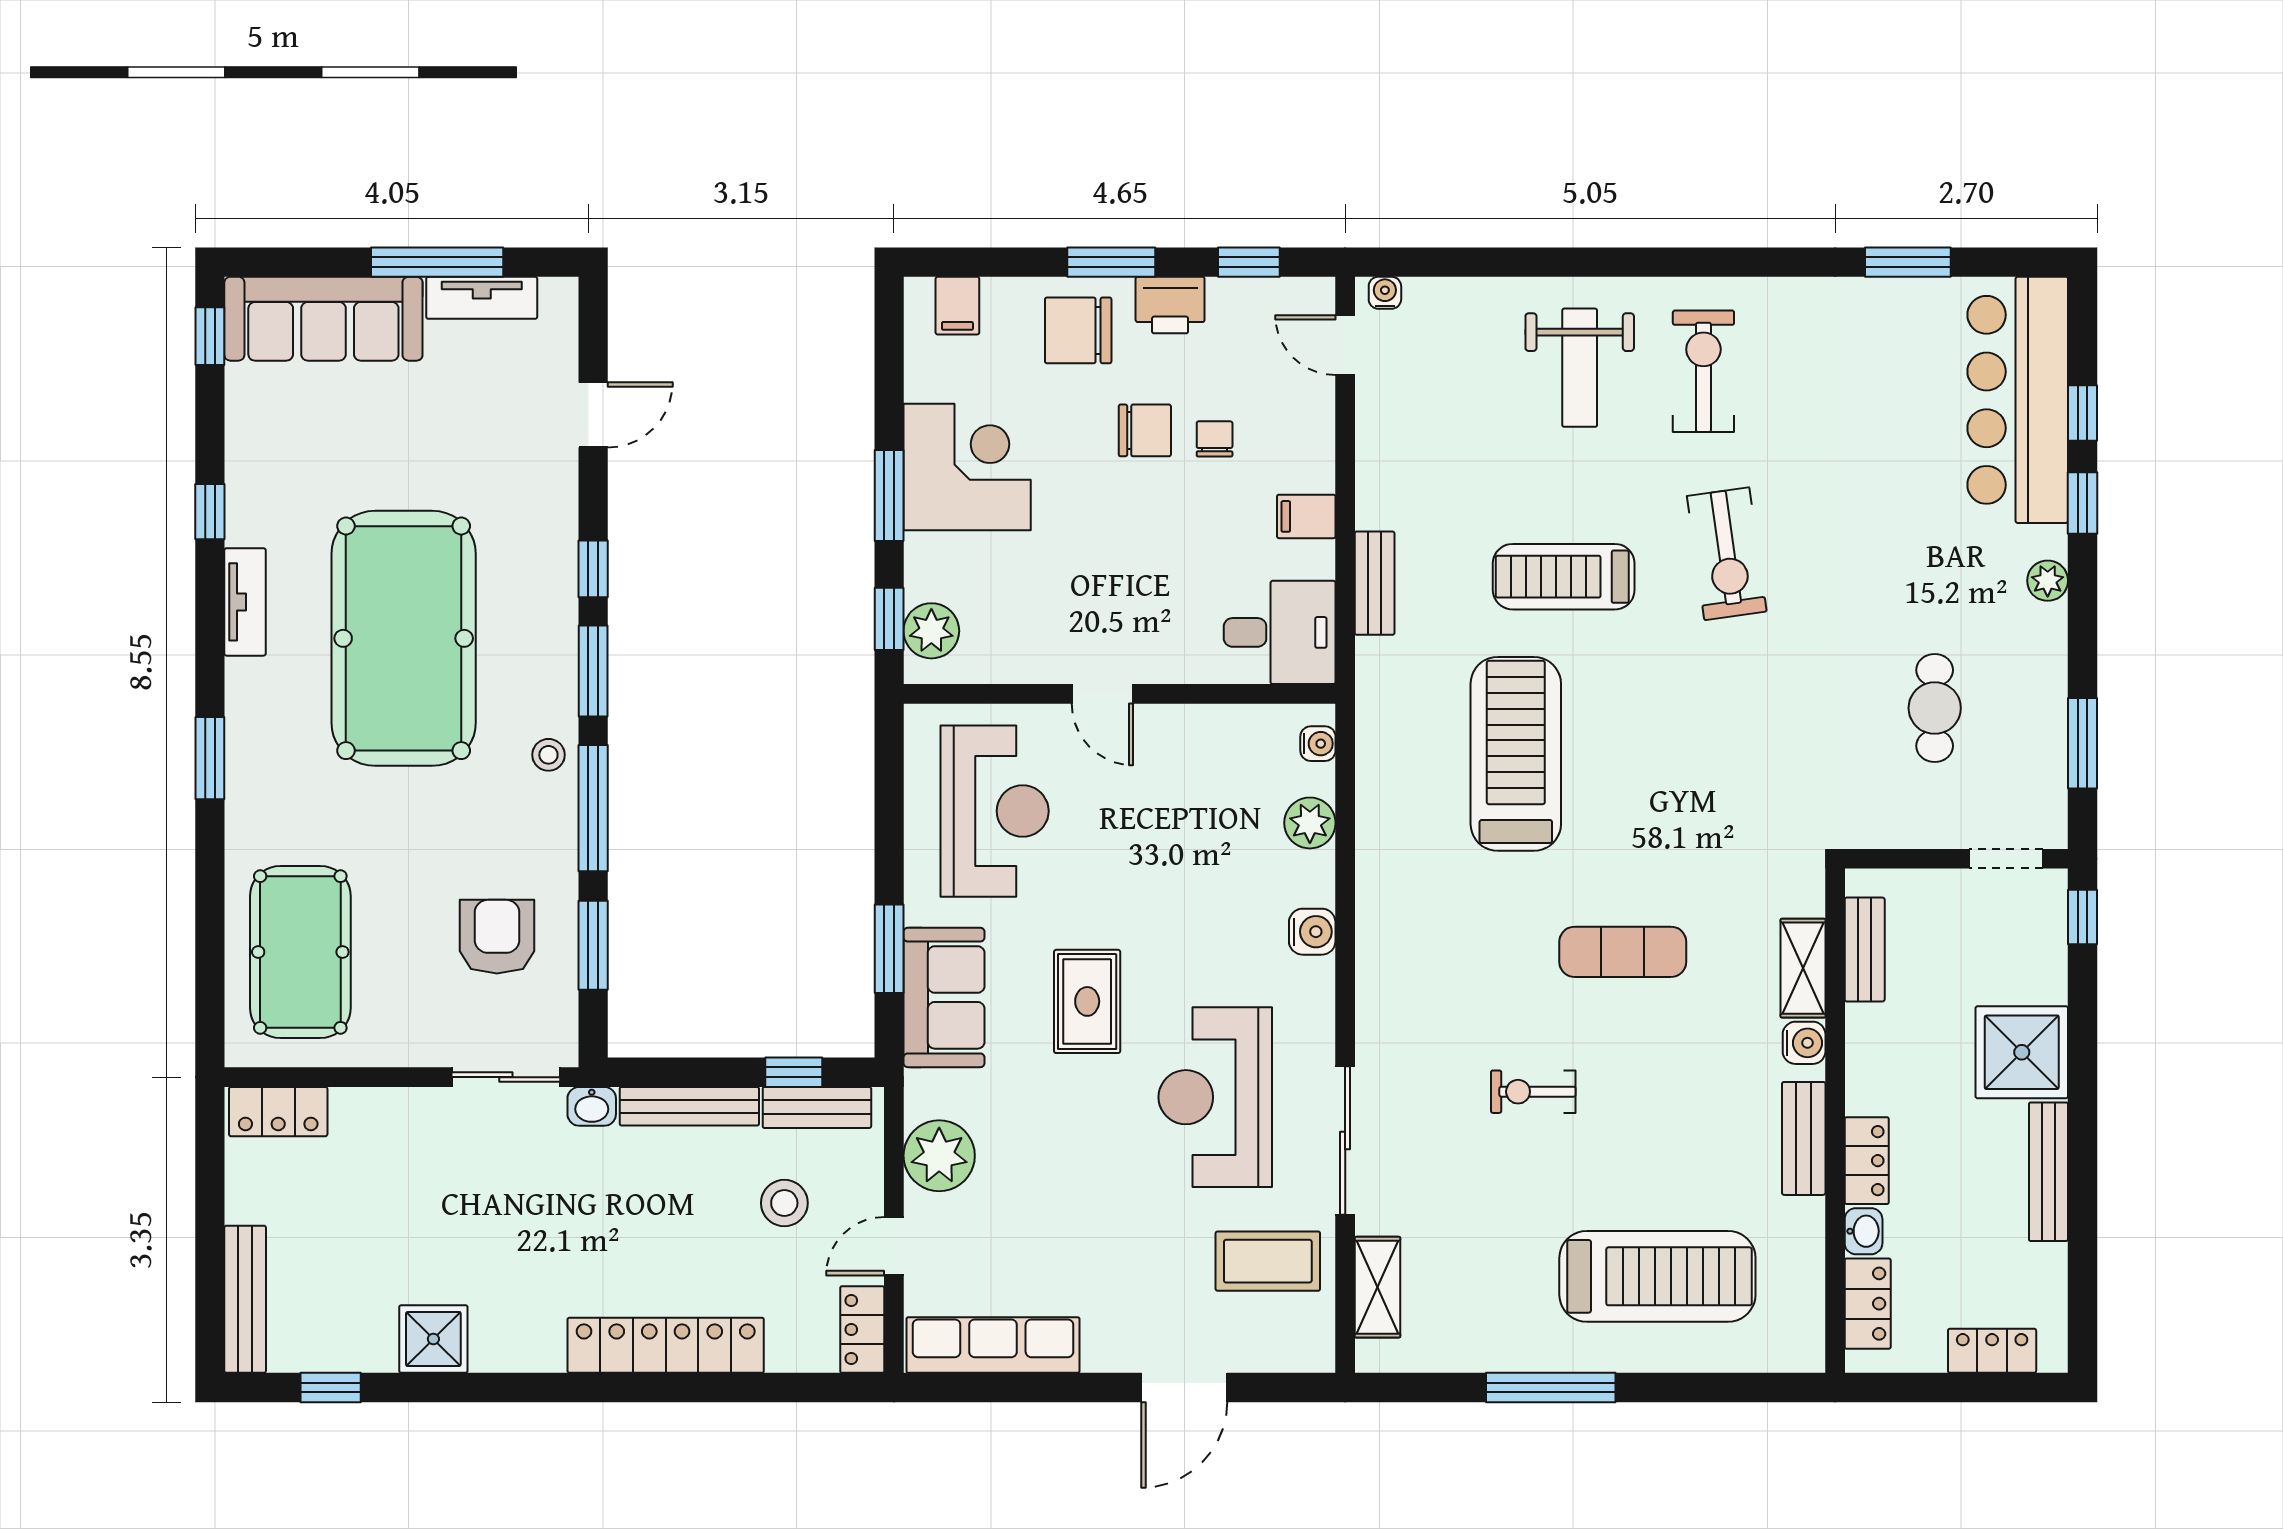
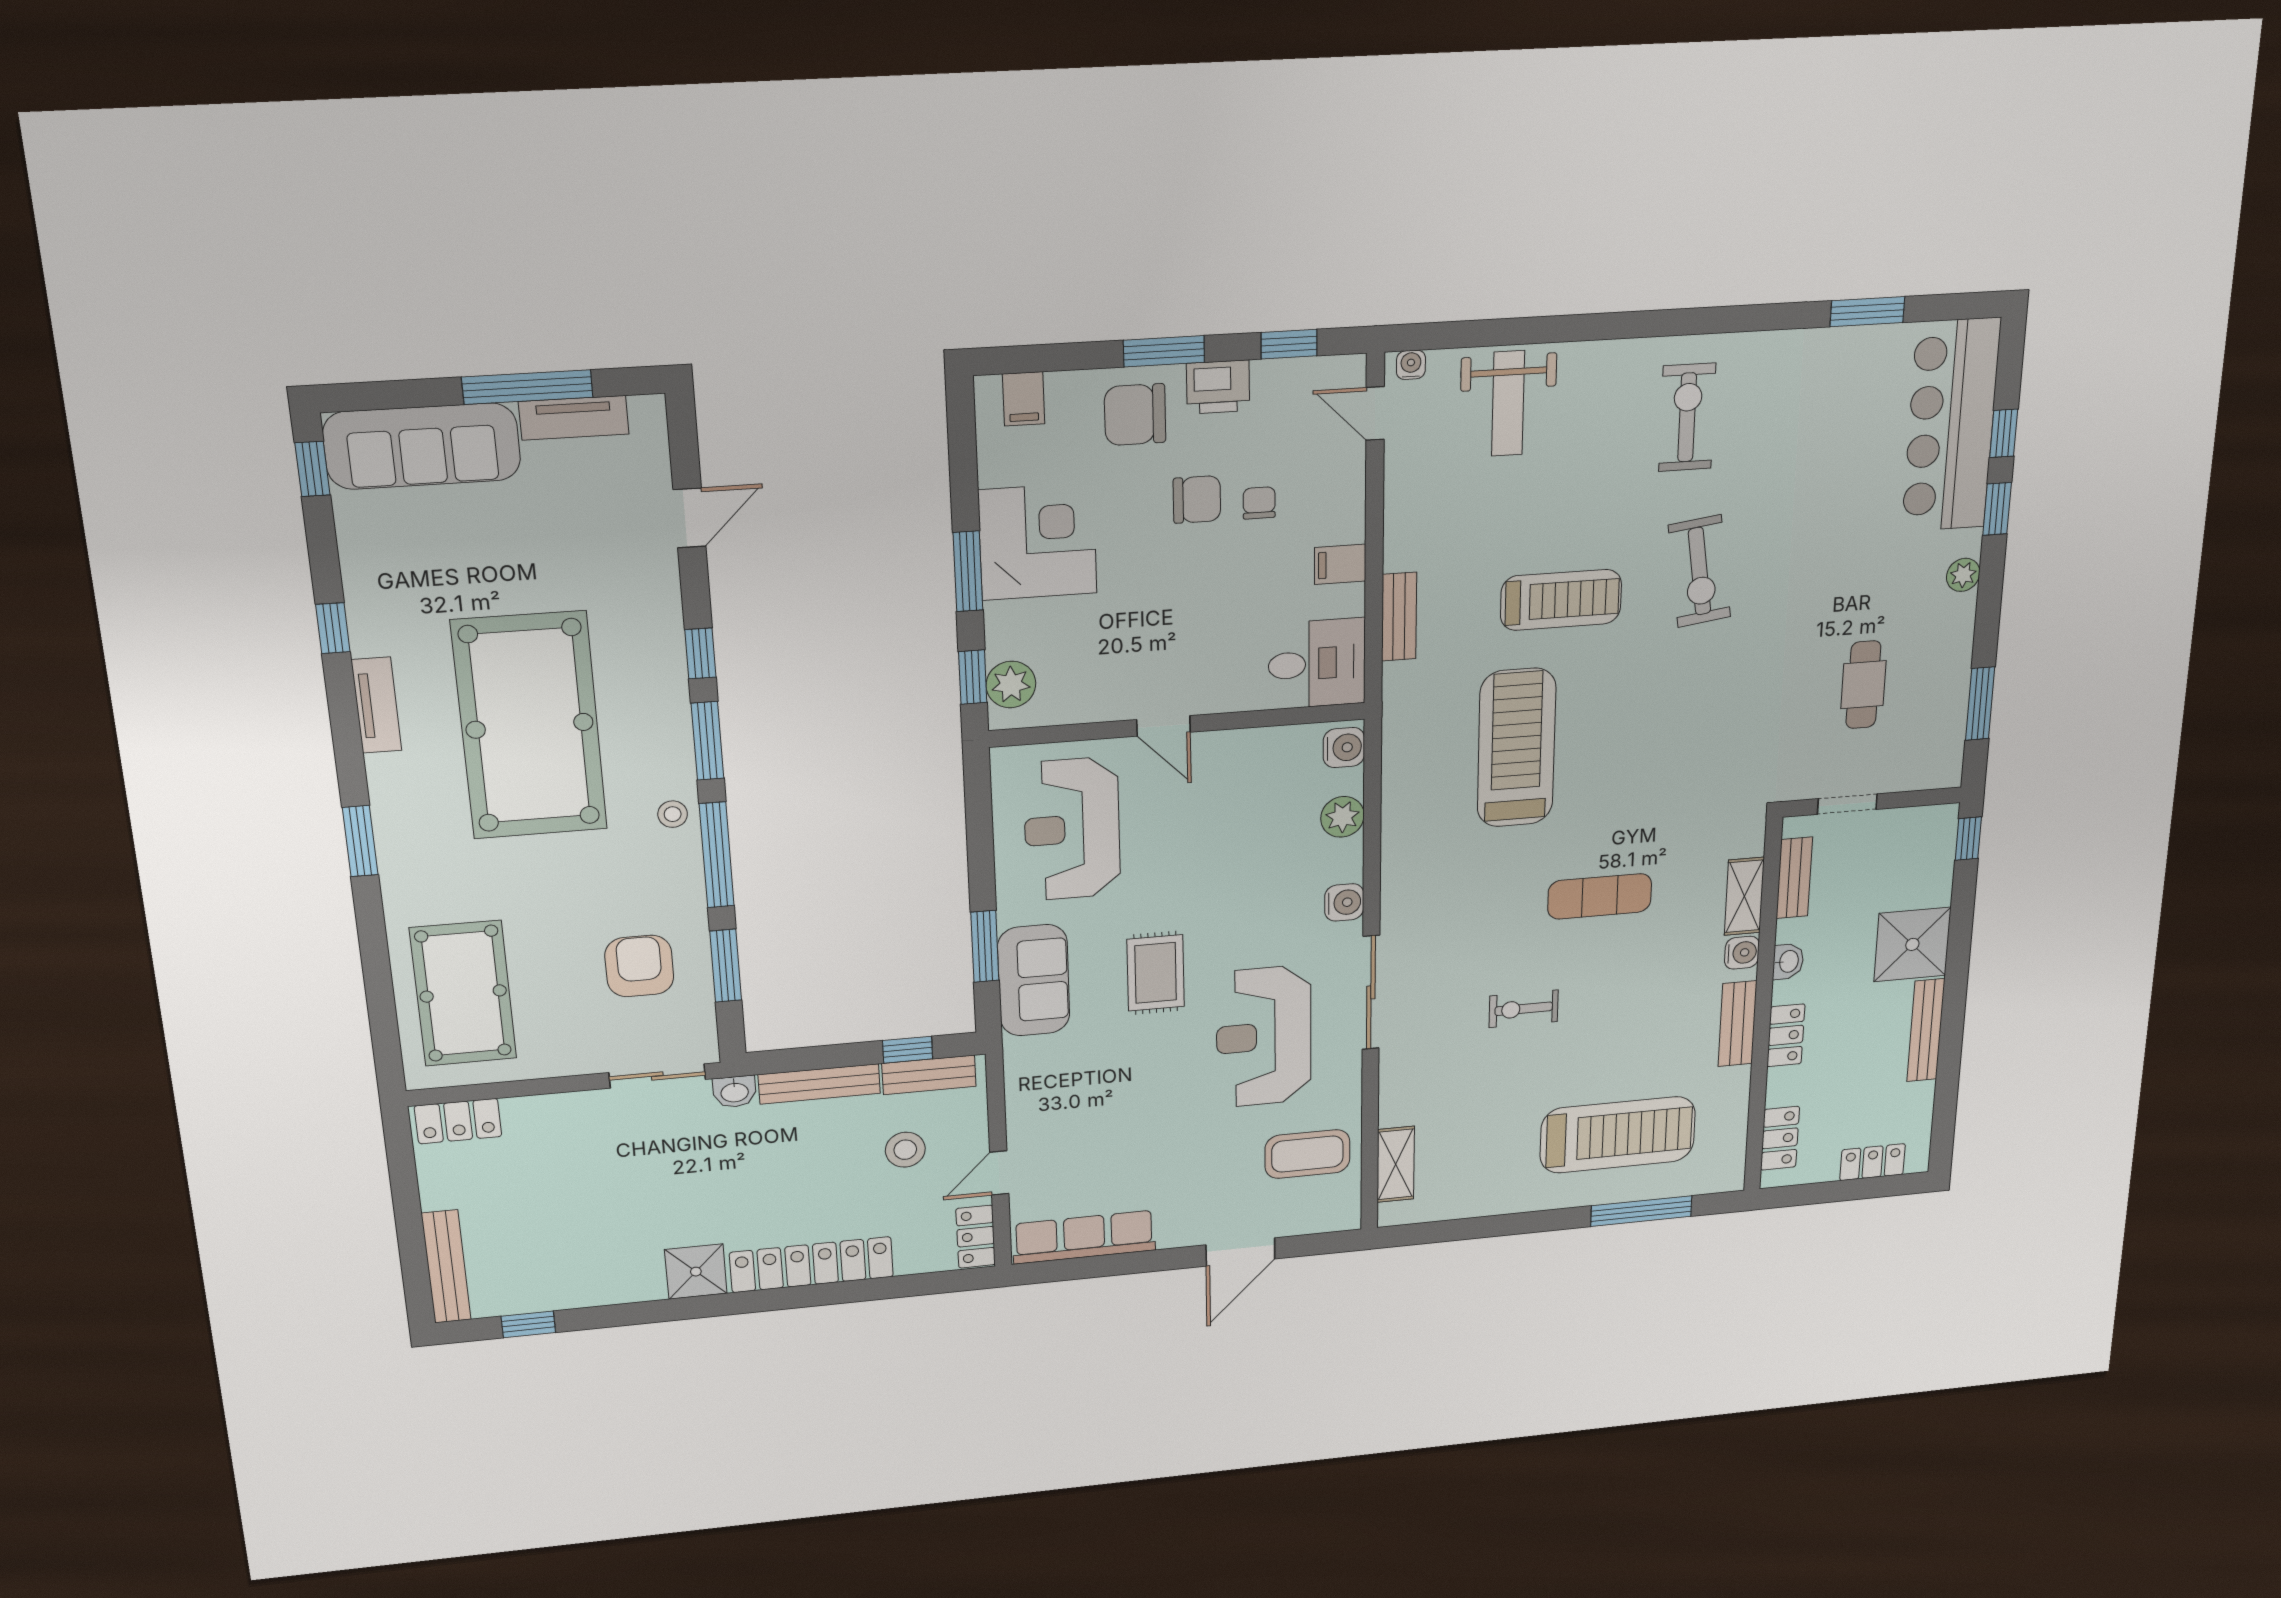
weight bench: (1580, 368) -> (1508, 403), moved
treadmill: (1564, 577) -> (1561, 600), turned 180
water cooler: (1318, 744) -> (1344, 748), width x1.38, depth x1.38
reception desk: (995, 811) -> (1072, 829), turned 180
doorway: (2006, 859) -> (1847, 804), moved
sliding door: (1345, 1141) -> (1371, 992), moved
plant: (939, 1156) -> (1034, 1102), removed
washbasin: (1864, 1231) -> (1788, 961), moved
shower: (433, 1339) -> (696, 1272), moved
window: (1551, 1388) -> (1641, 1211), moved

